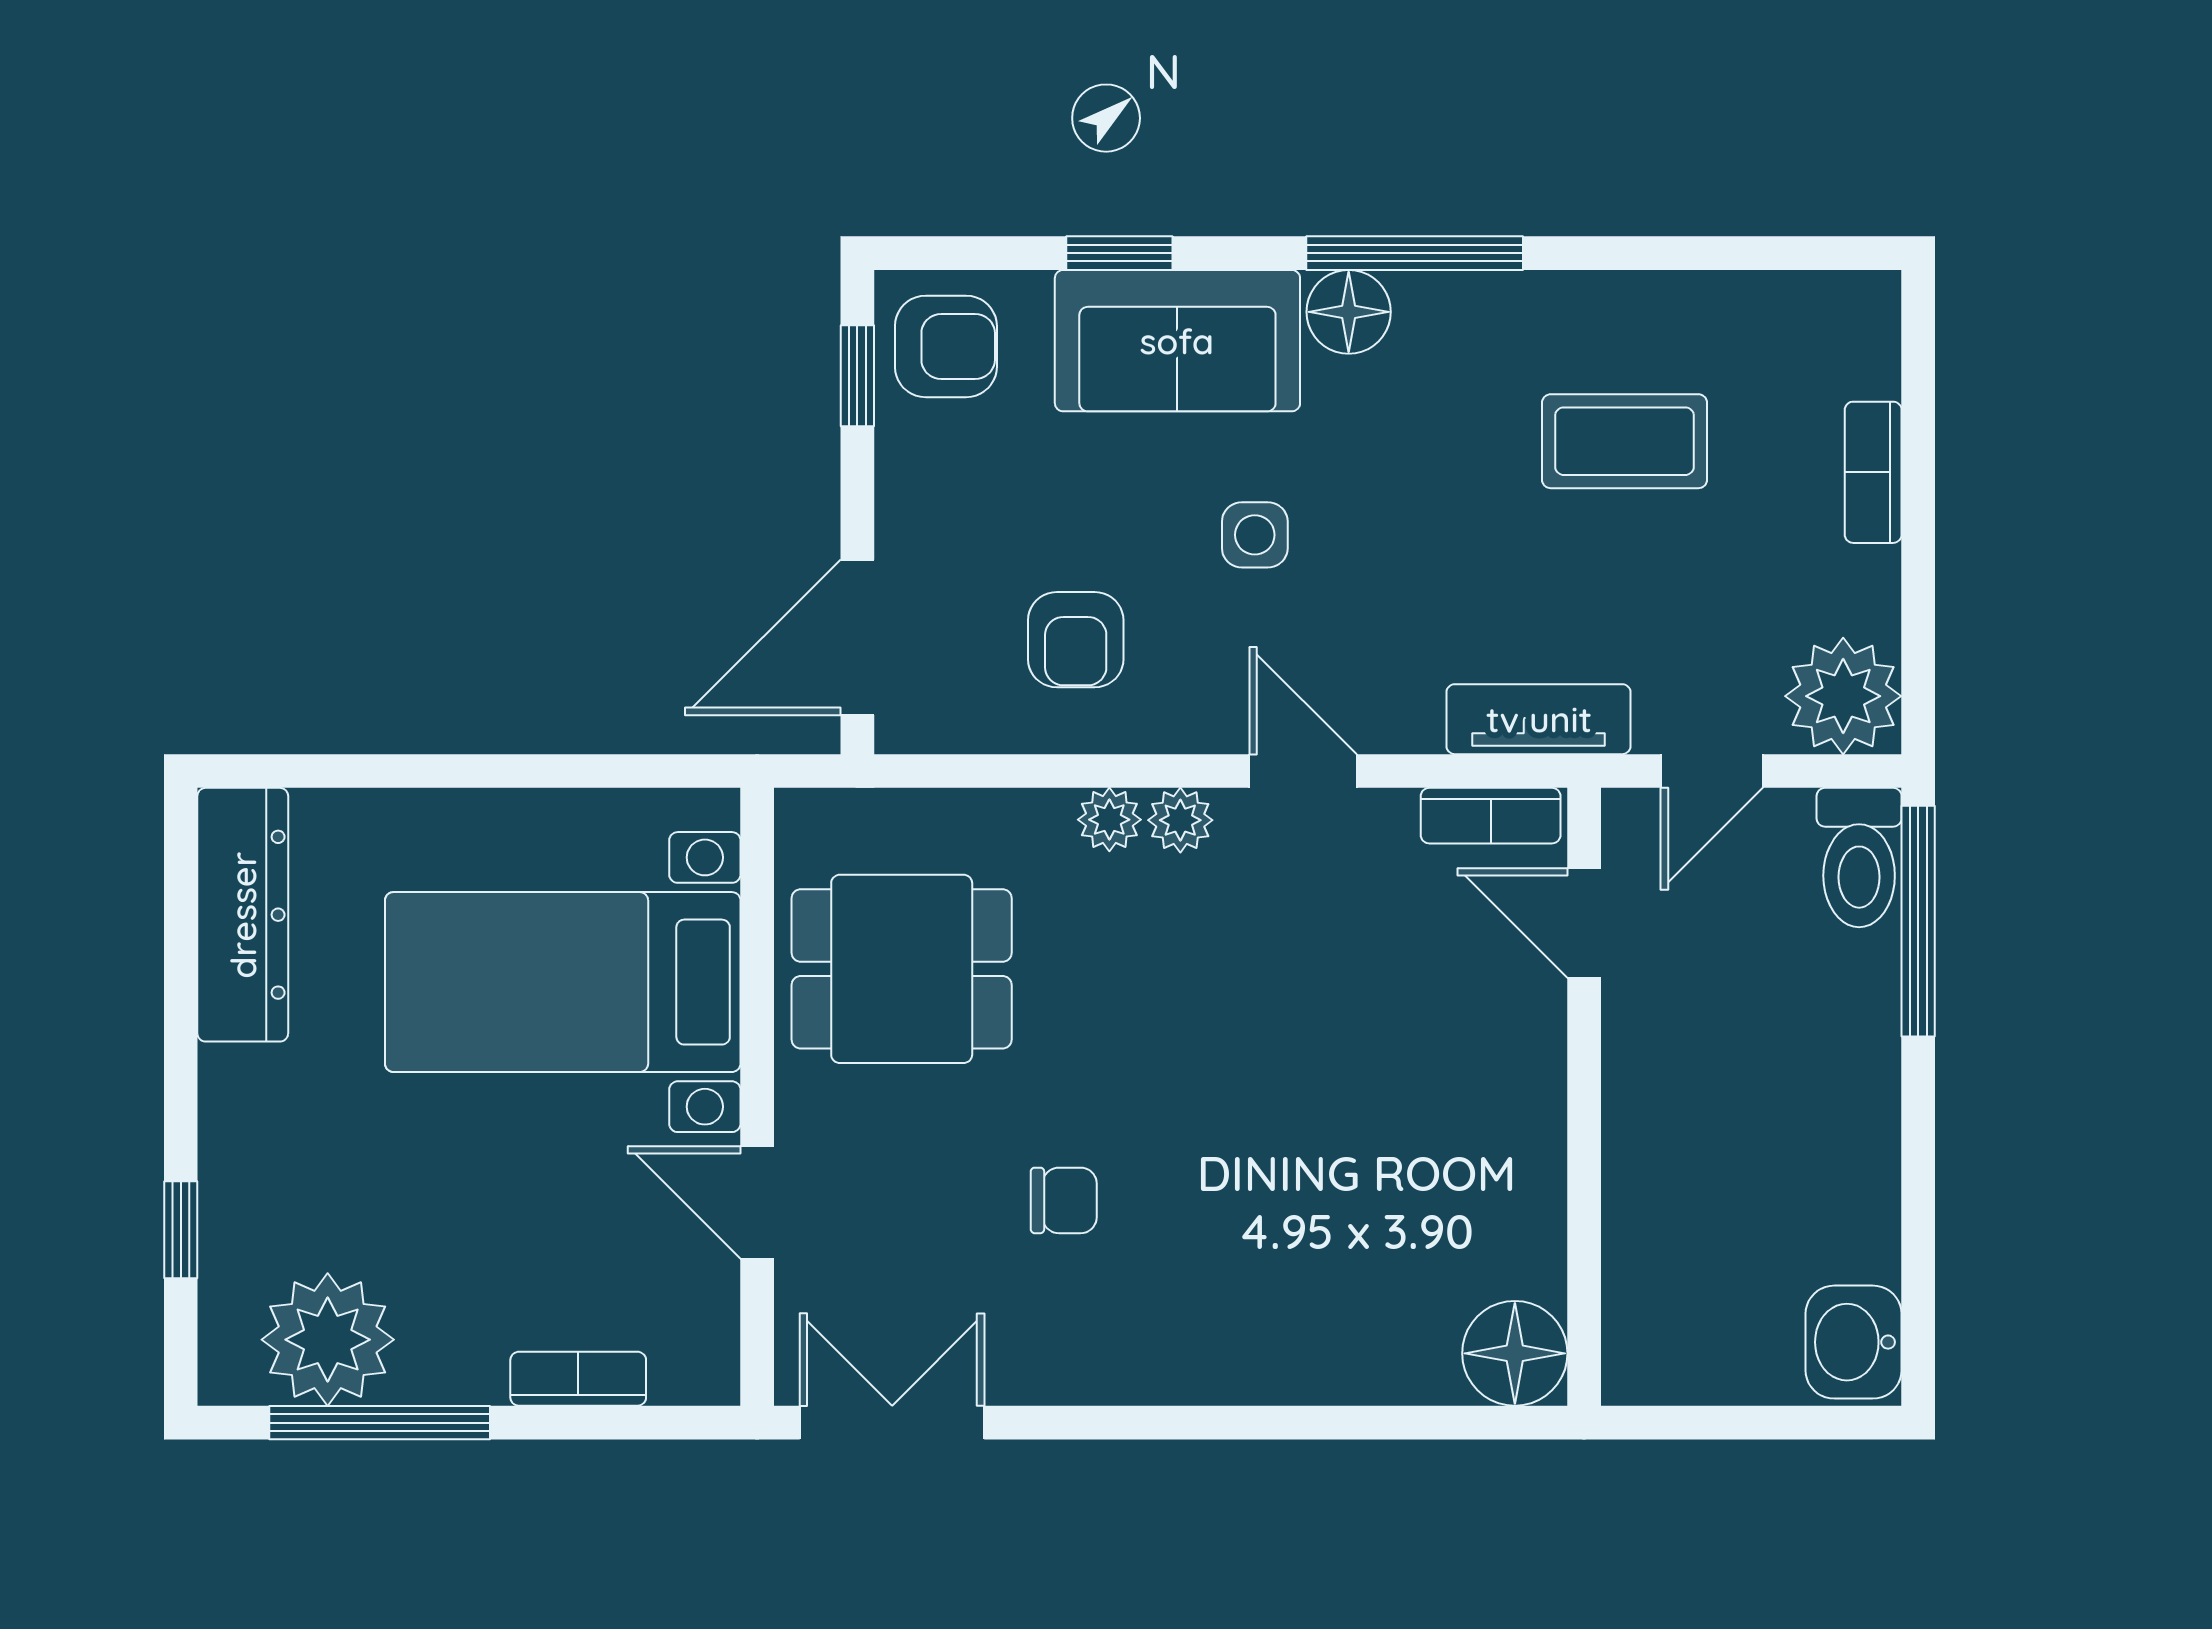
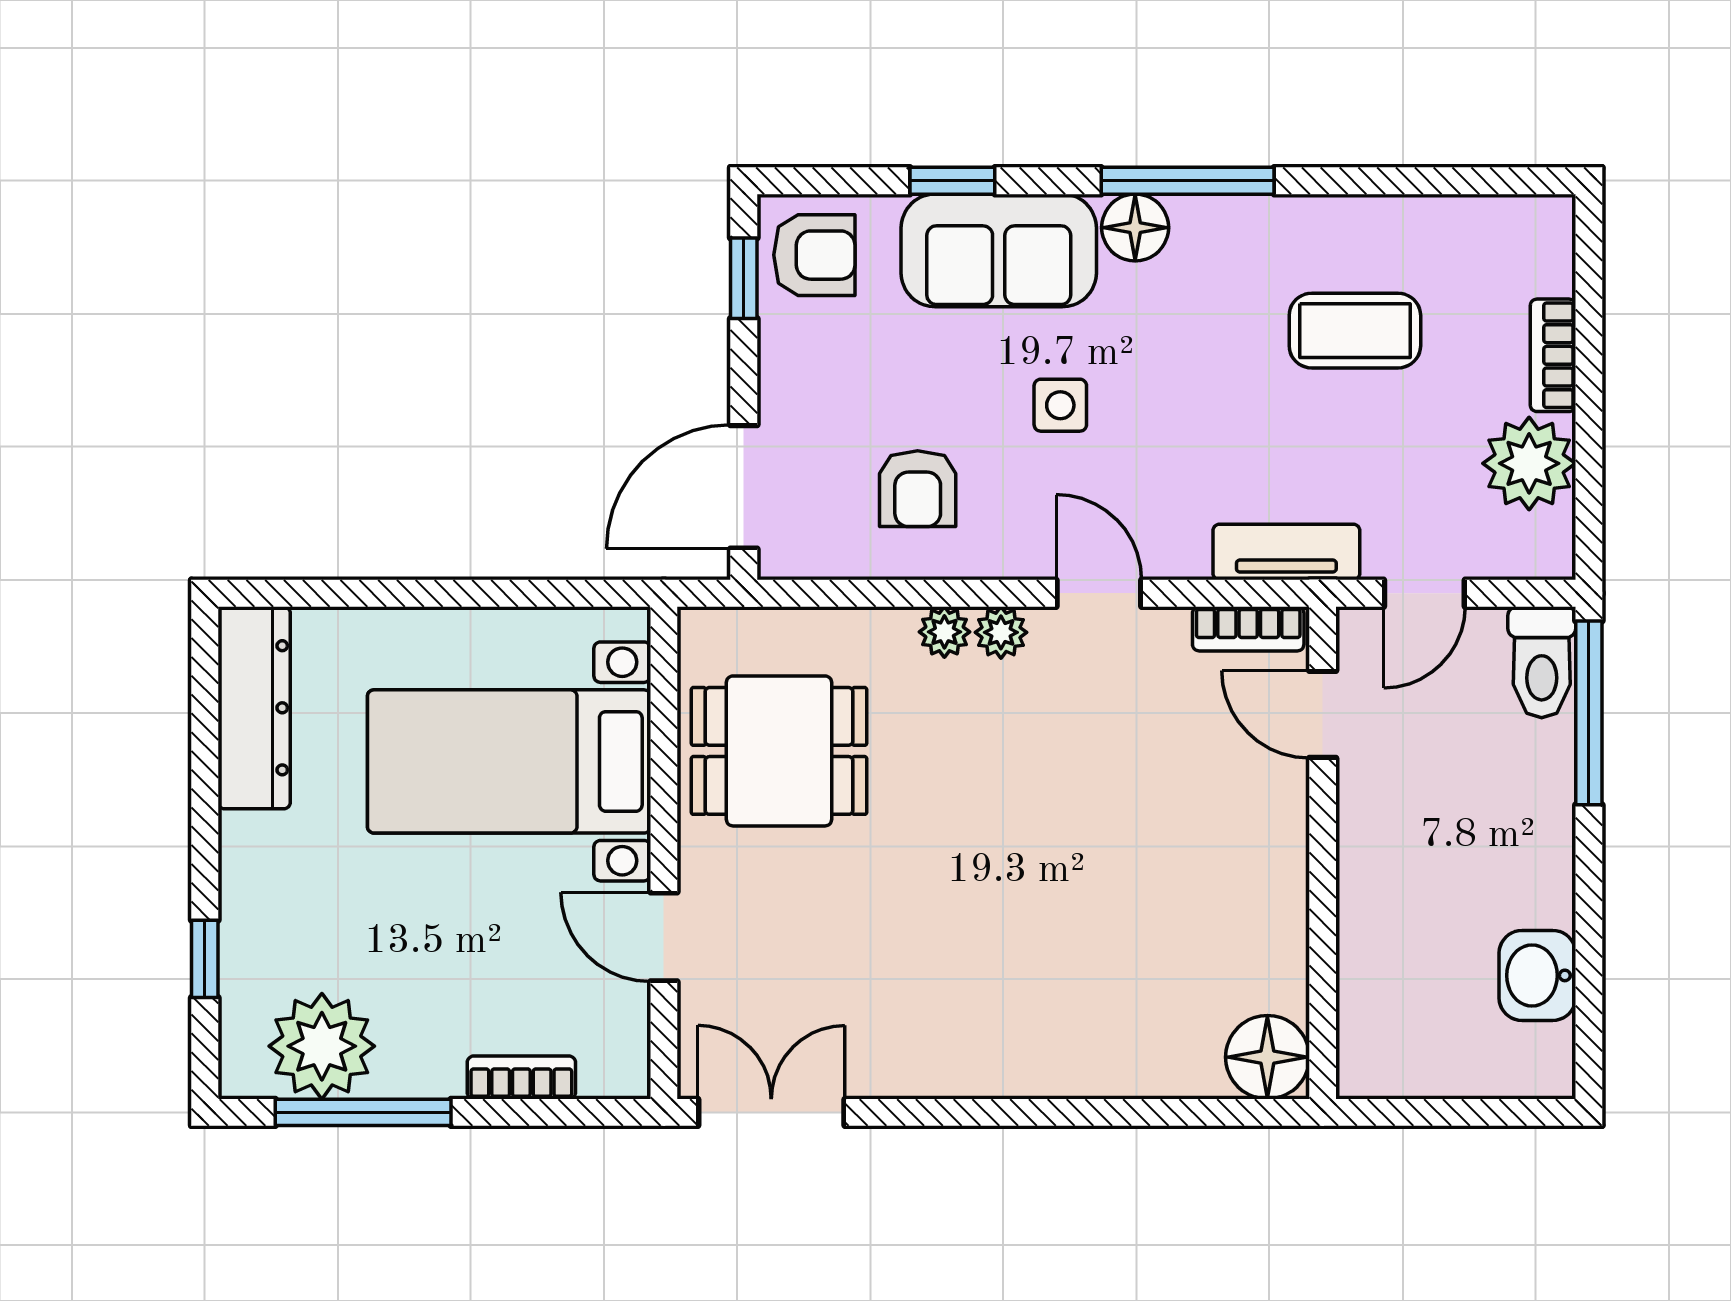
plant: (1843, 696) -> (1529, 463), moved
chair: (1064, 1200) -> (908, 935), removed
washbasin: (1854, 1342) -> (1537, 975), moved

